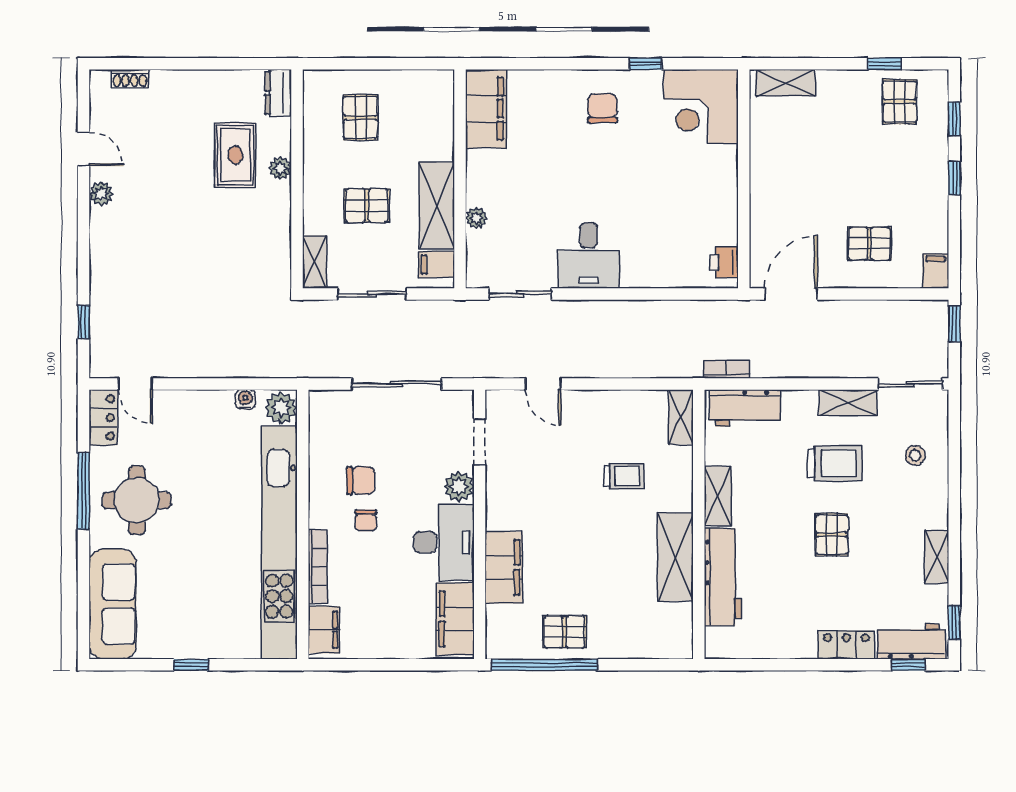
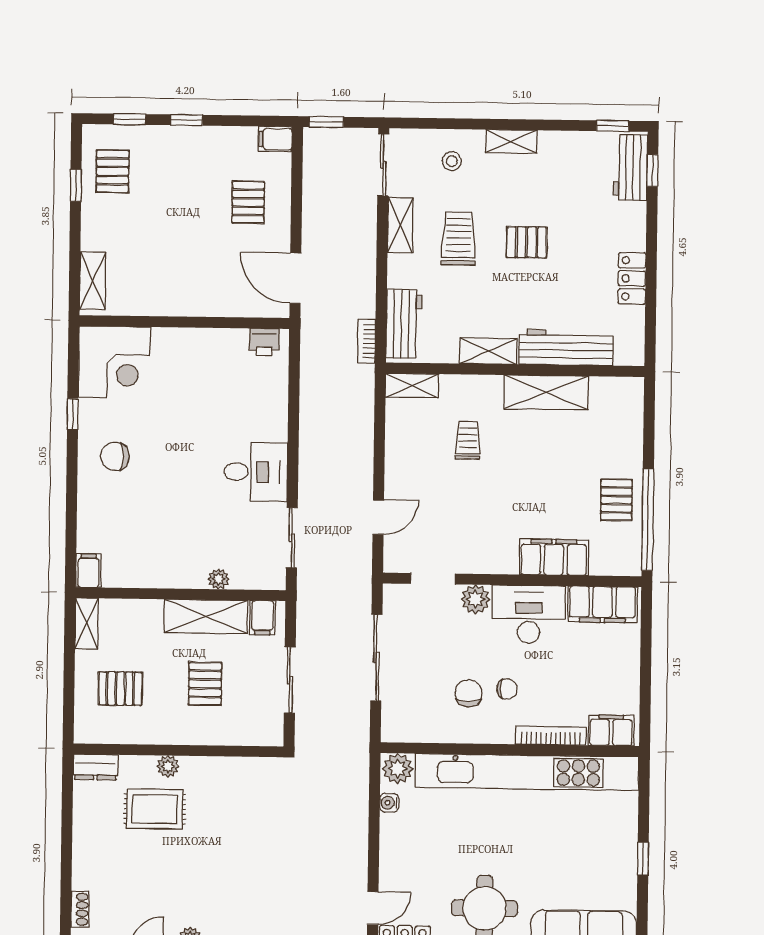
pallet: (900, 102) -> (112, 171), turned 90
filing cabinet: (486, 109) -> (88, 571), width x0.33, depth x0.86
shelving: (315, 262) -> (87, 624), moved, turned 90
shelving: (937, 557) -> (511, 142), moved
locker: (847, 645) -> (632, 278), moved

